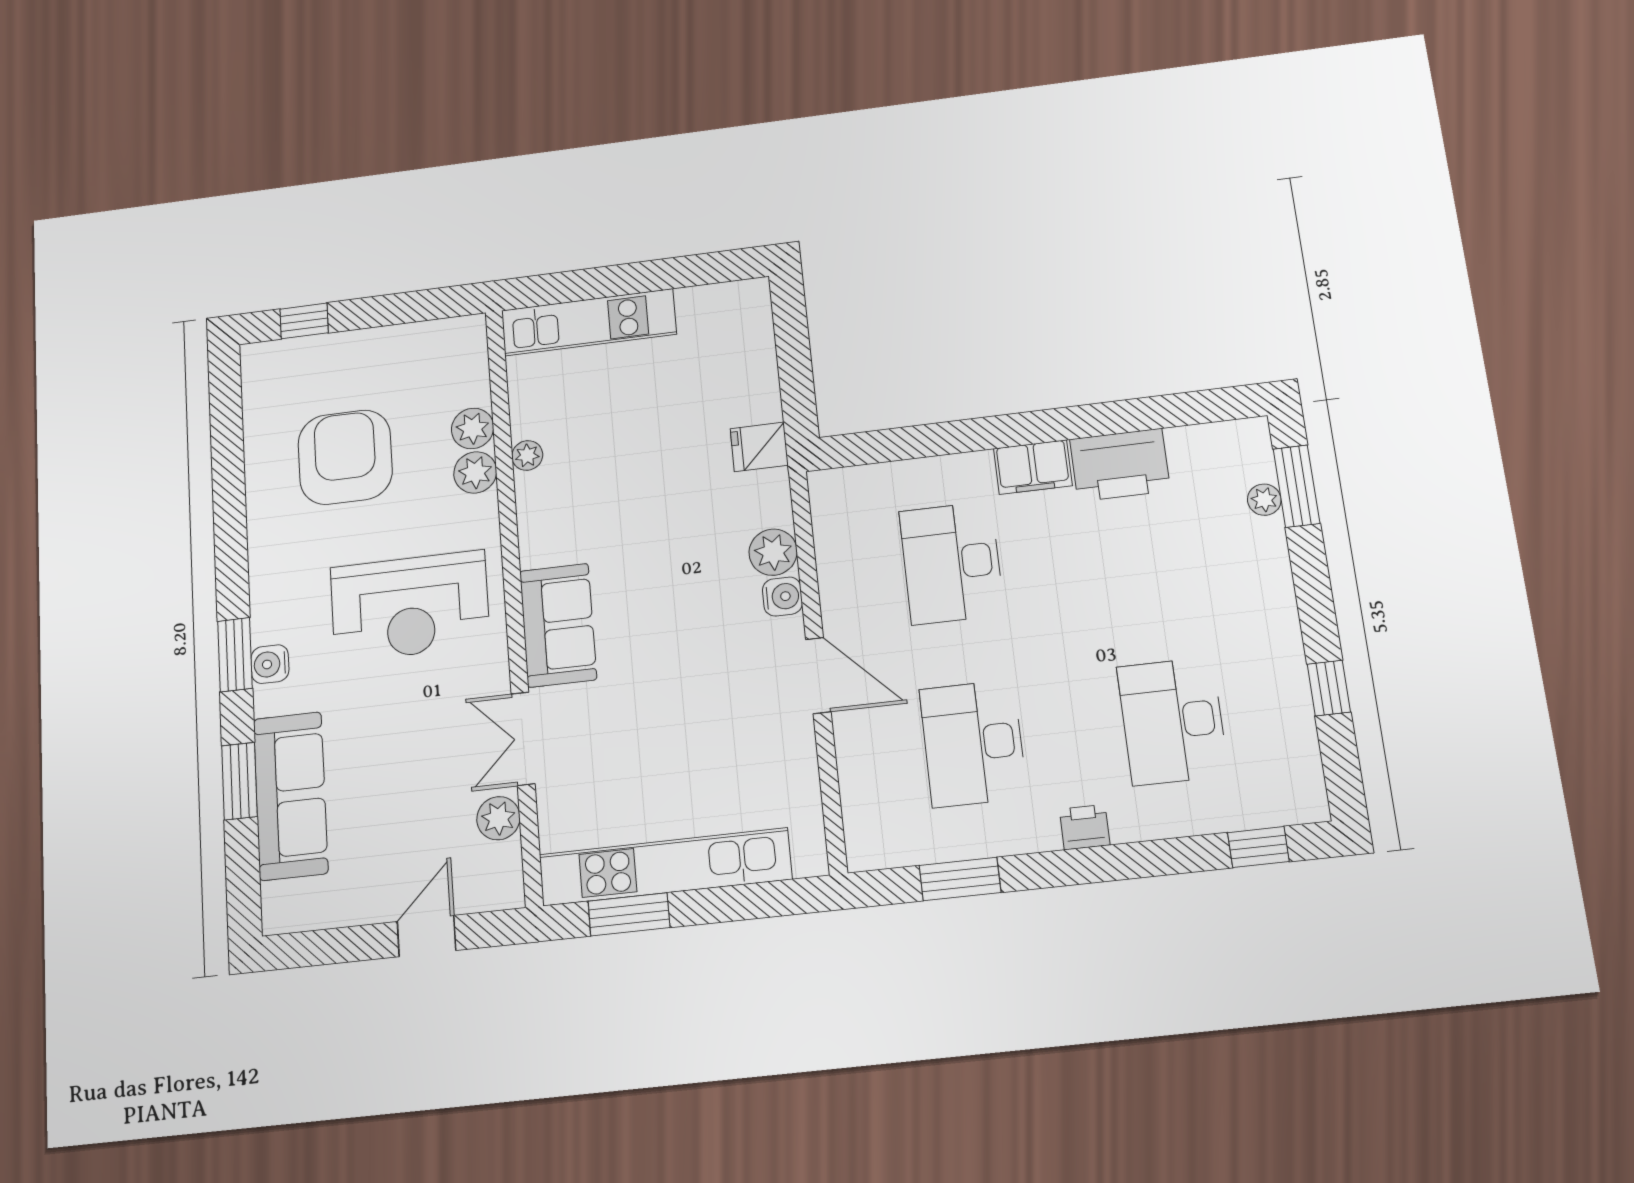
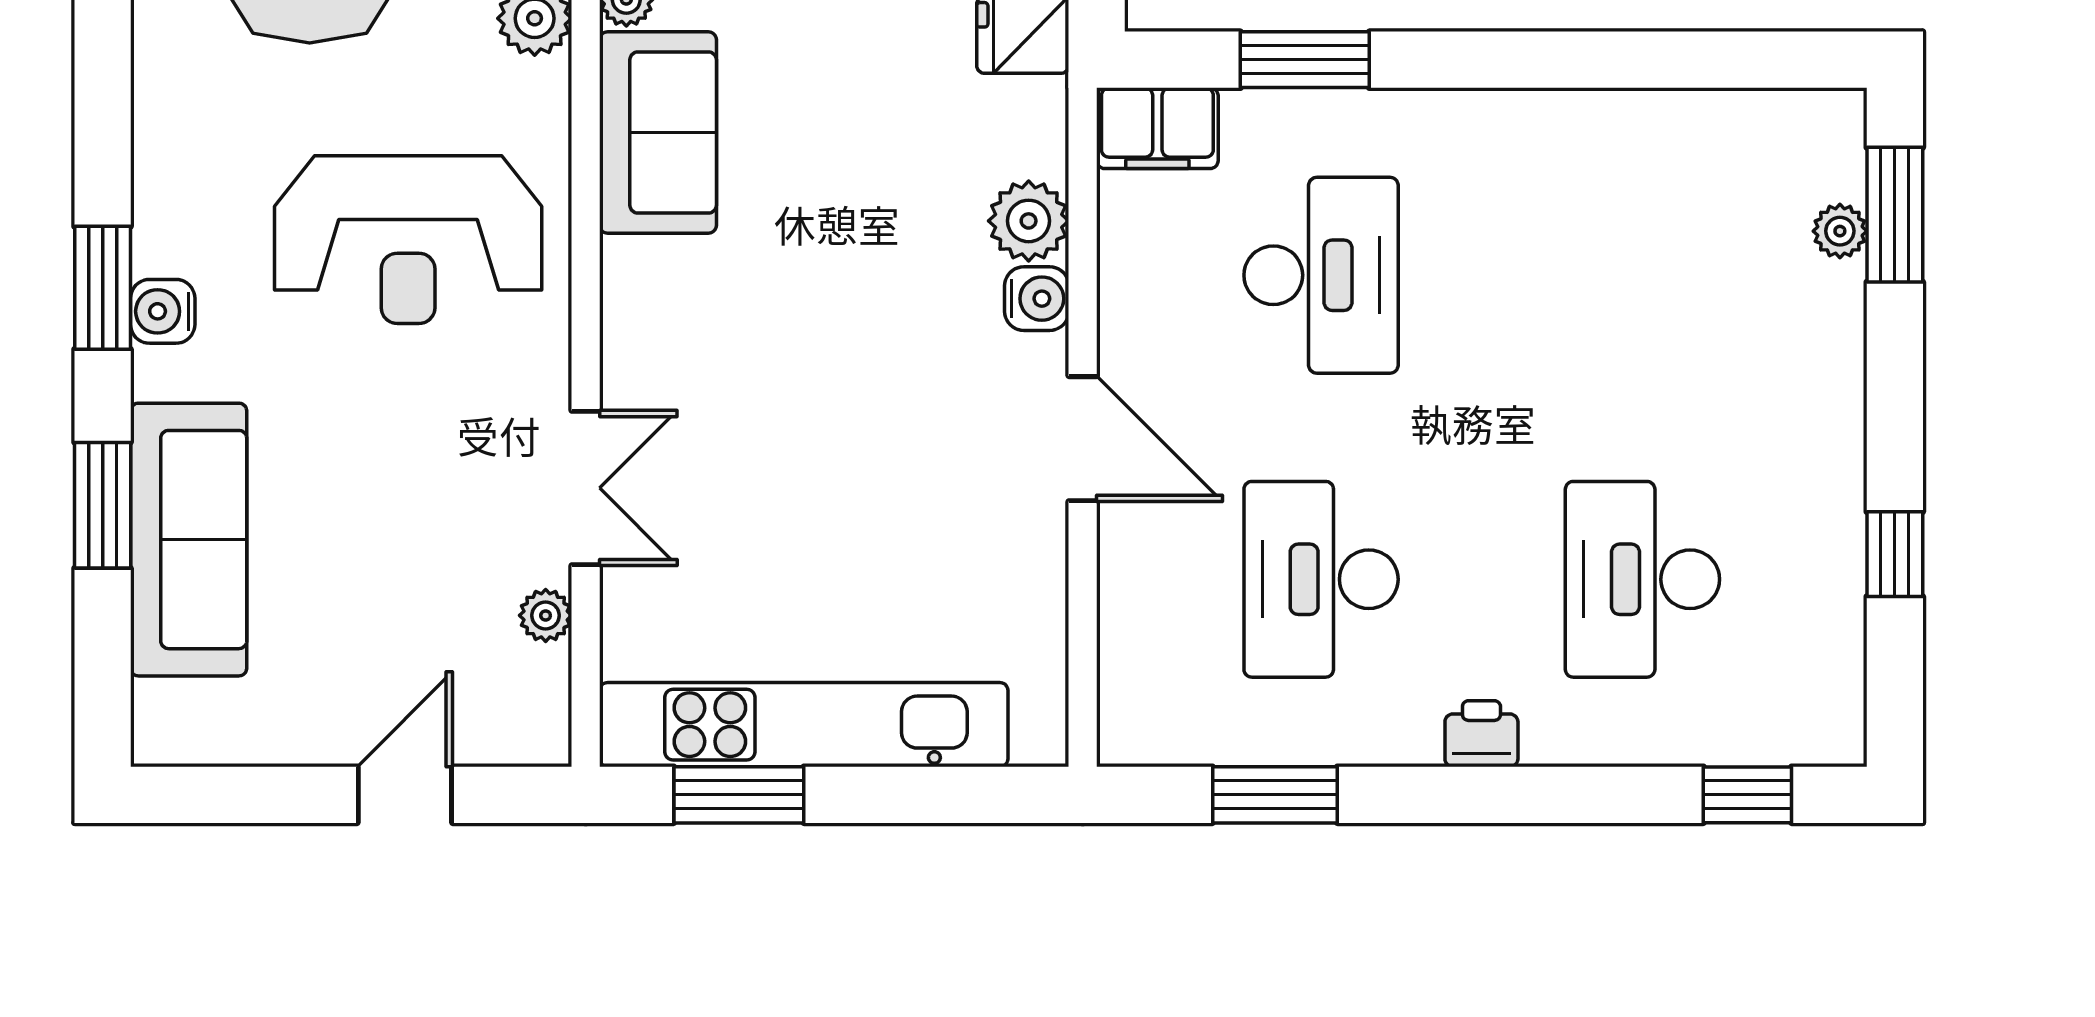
window: (927, 440) -> (1305, 60), added
printer: (1120, 465) -> (1616, 142), removed
filing cabinet: (1033, 467) -> (1157, 128), moved
desk: (952, 563) -> (1321, 275), turned 180
sofa: (558, 625) -> (658, 133), moved
double door: (523, 739) -> (586, 488), swing flipped
plant: (498, 818) -> (546, 615), width x0.73, depth x0.73

